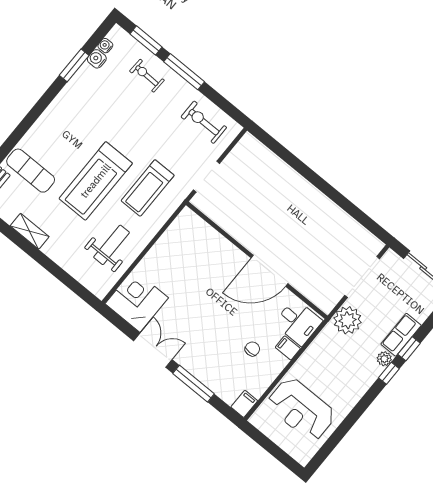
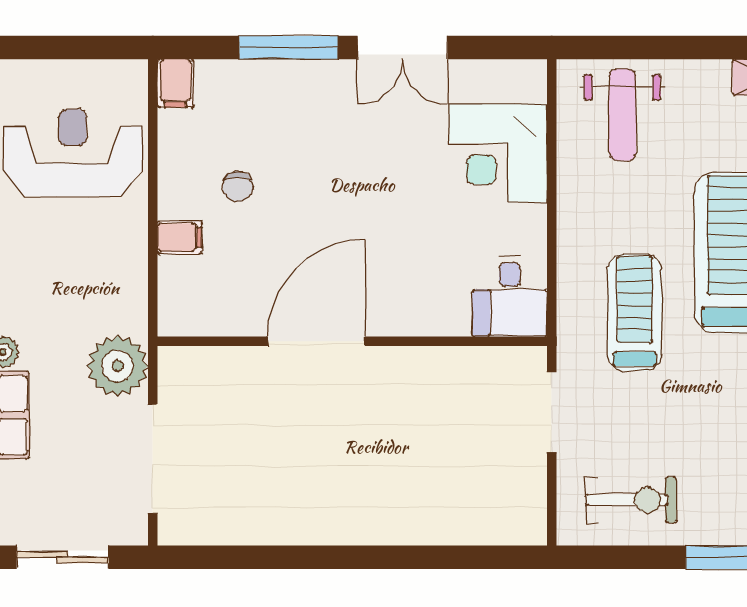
weight bench: (112, 245) -> (622, 115), moved
corner desk: (137, 301) -> (498, 153), moved, turned 90
desk: (298, 322) -> (510, 296), moved, turned -90

